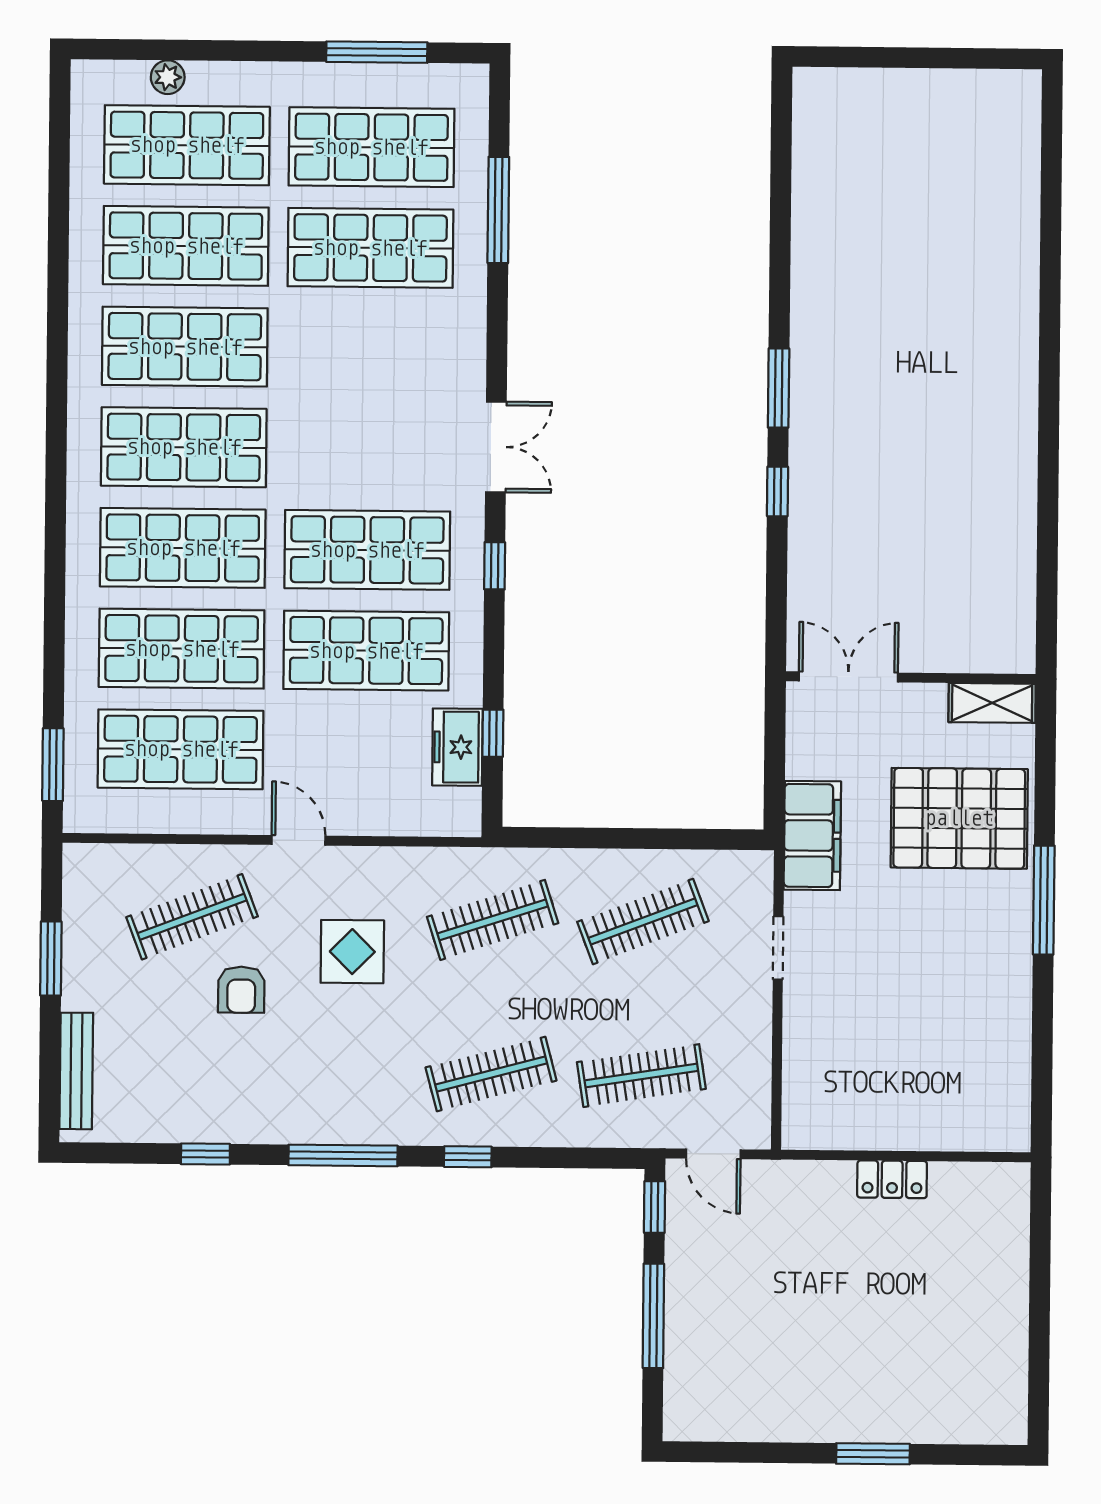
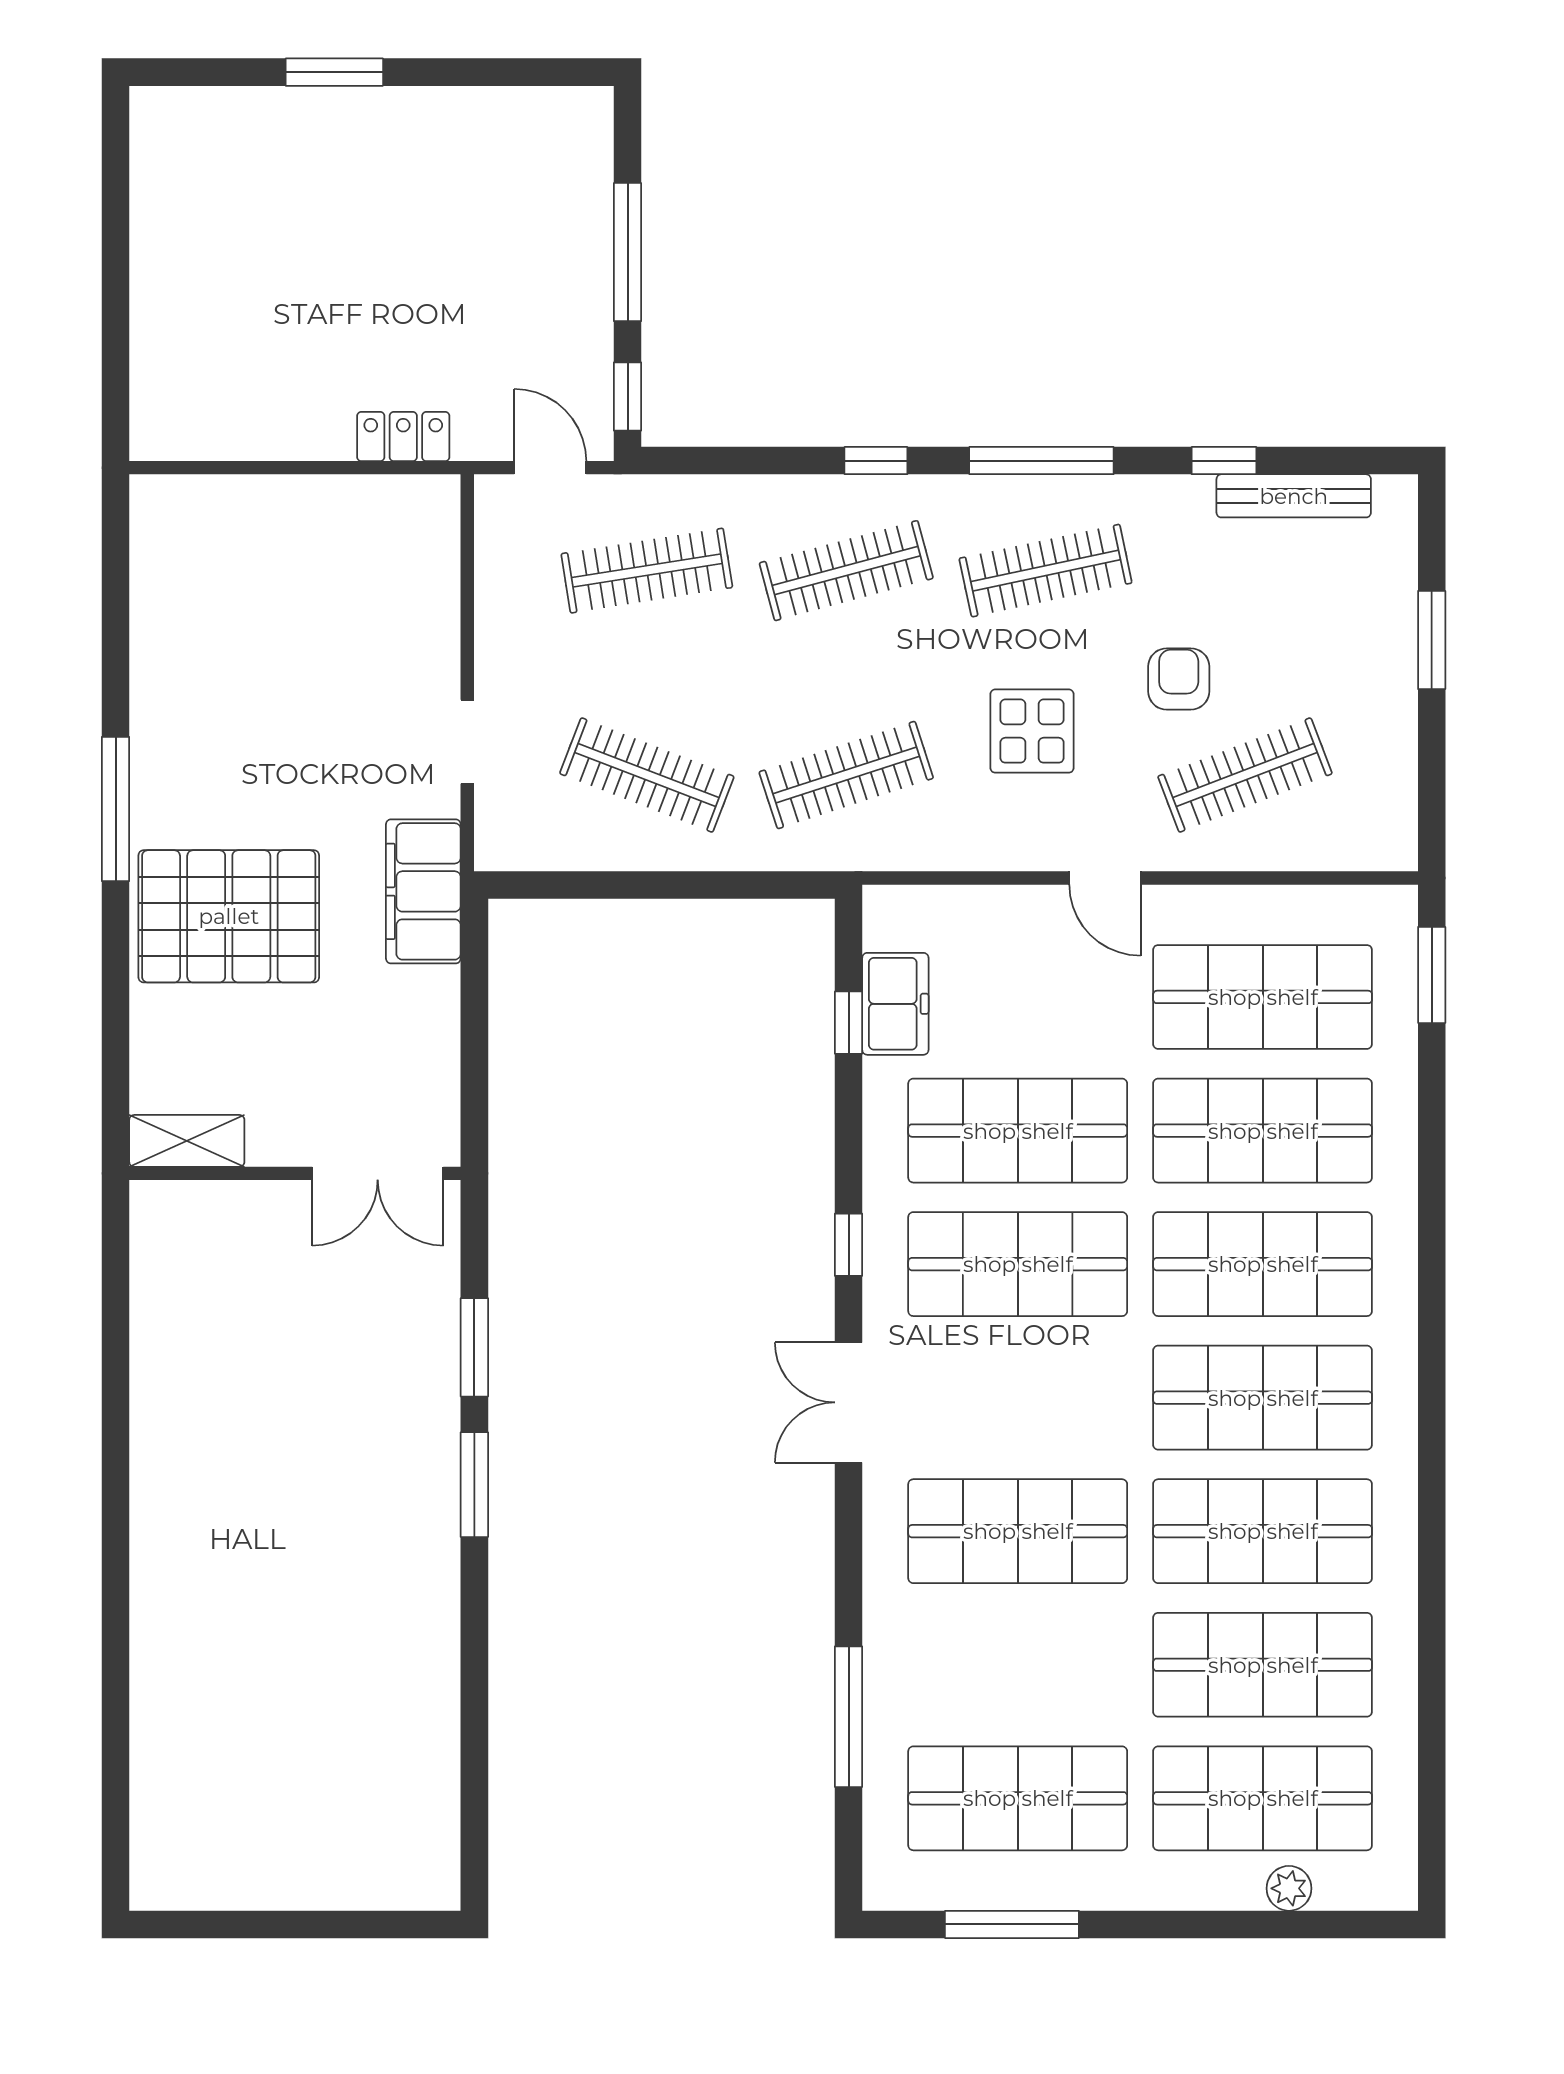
shop shelf: (370, 248) -> (1018, 1531), moved
window: (777, 491) -> (474, 1347), width x1.50
double door: (848, 677) -> (378, 1173), moved
wall: (911, 678) -> (295, 1173), moved
shelving: (992, 703) -> (187, 1141), moved
clothes rail: (643, 921) -> (647, 775), turned 42
window: (51, 959) -> (1432, 640), moved
bench: (76, 1071) -> (1294, 496), moved, turned 90
clothes rail: (341, 1072) -> (1046, 571), added
locker: (892, 1179) -> (403, 436), moved

